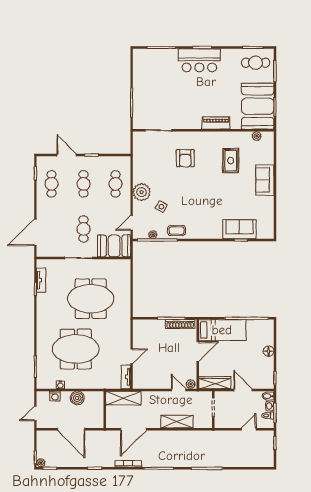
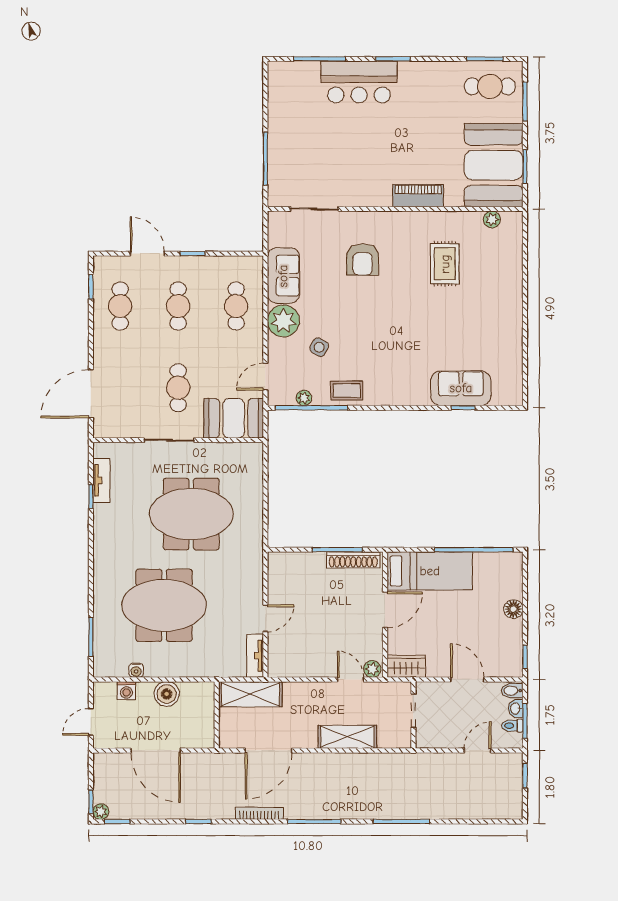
bar counter: (199, 60) -> (359, 82), moved
sofa: (265, 180) -> (283, 276), moved, turned 180
wardrobe: (215, 383) -> (406, 666), width x0.67

